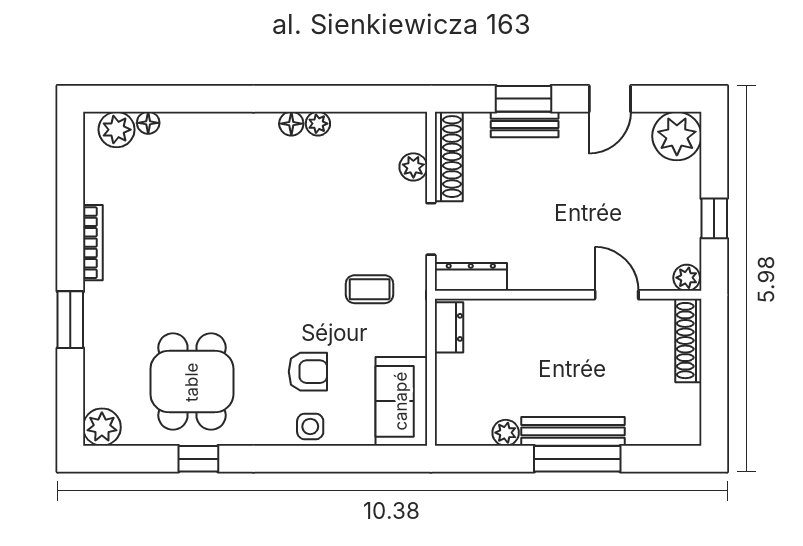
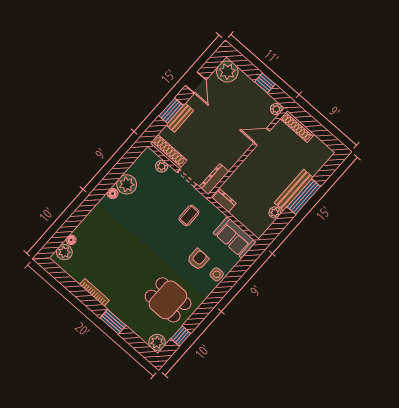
plant: (318, 124) -> (127, 184), width x1.87, depth x1.87
window: (198, 459) -> (181, 336), moved

